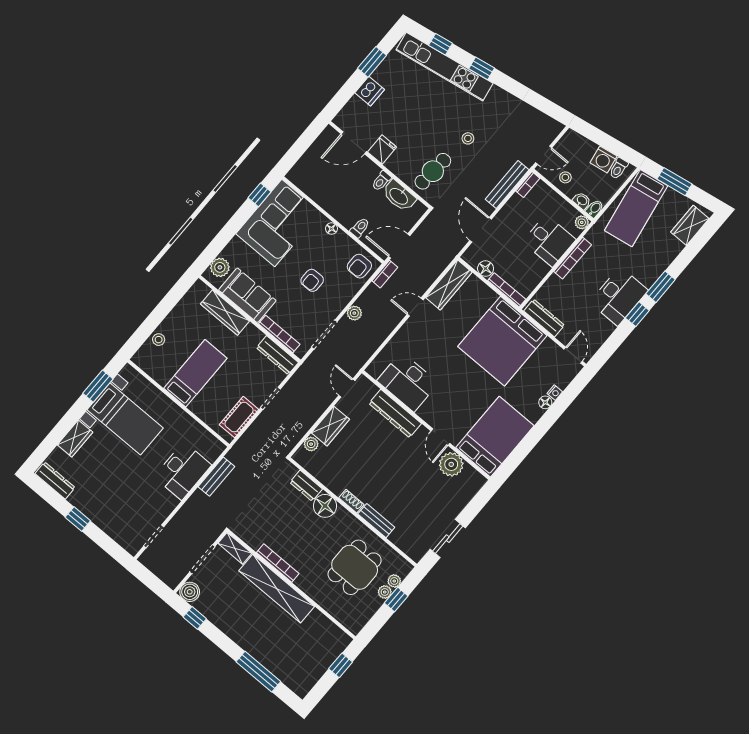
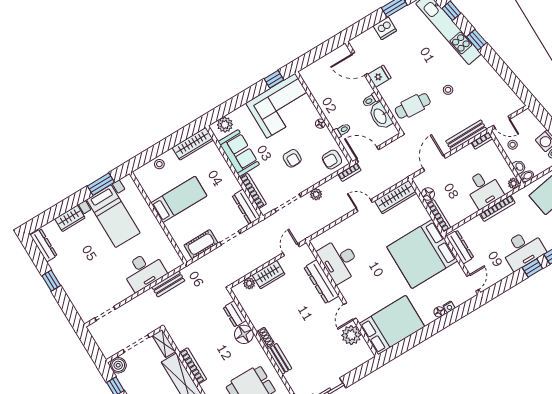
armchair: (312, 280) -> (292, 158), turned -90
wardrobe: (225, 313) -> (193, 144), moved, turned -90

